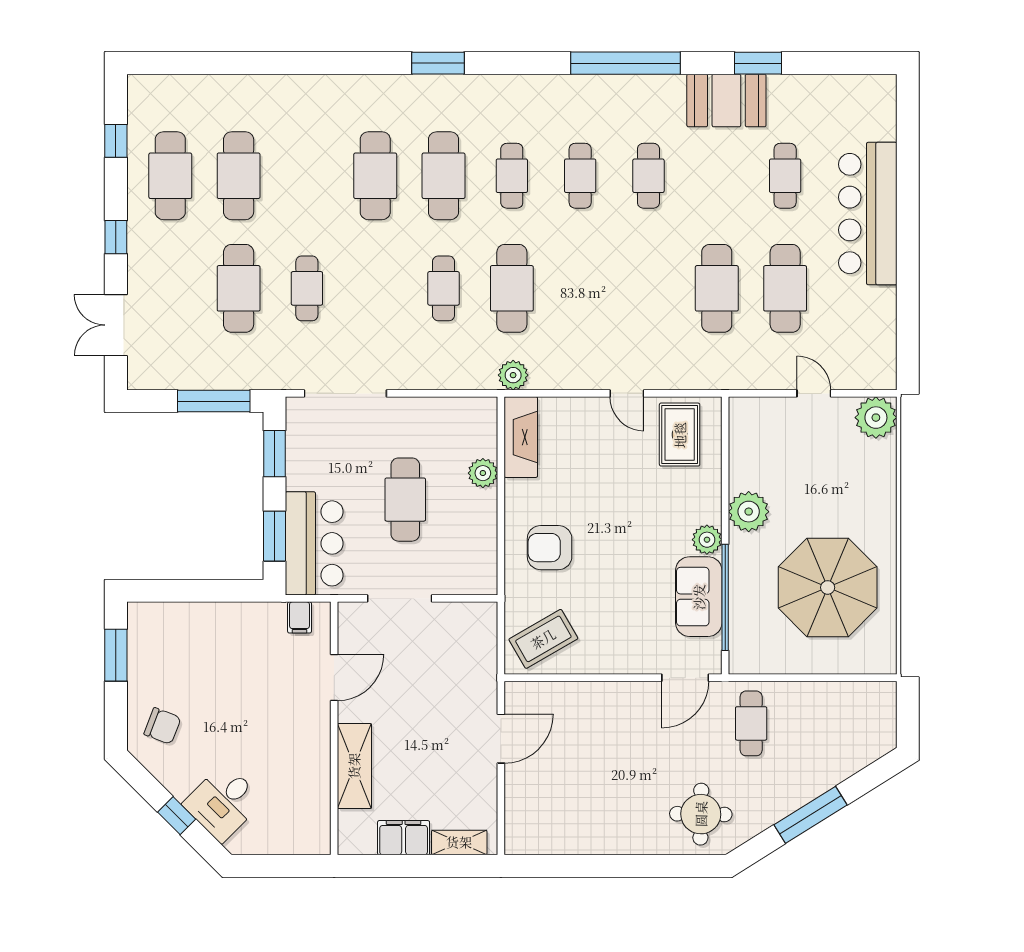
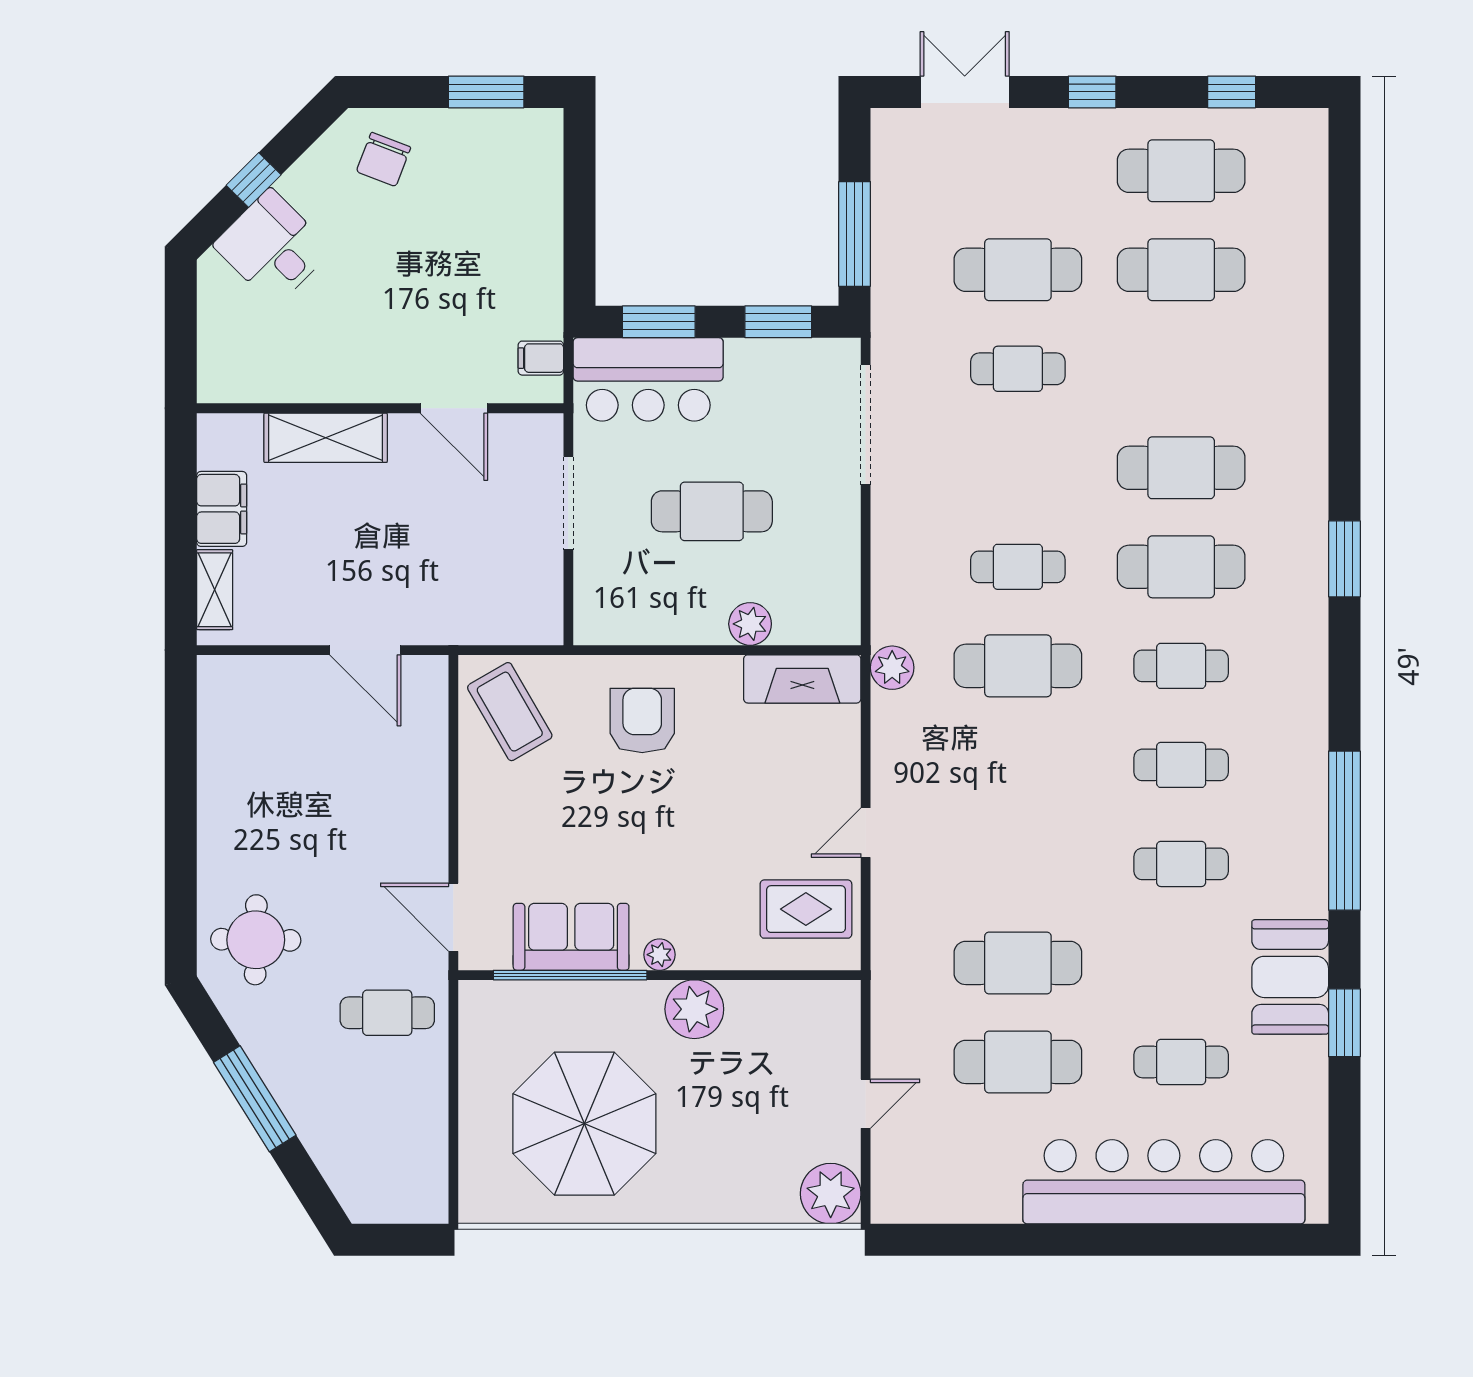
bar counter: (868, 214) -> (1164, 1182), width x1.36
plant: (707, 540) -> (659, 955), width x0.73, depth x0.73

